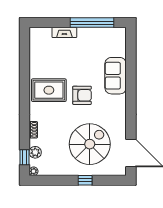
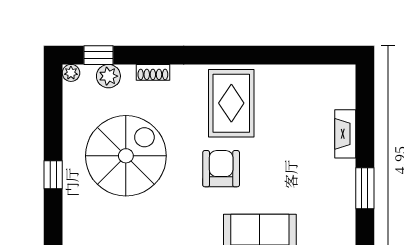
window: (92, 23) -> (365, 188), width x0.47
armchair: (82, 95) -> (221, 169), turned 180
spiral stairs: (90, 144) -> (126, 156), moved, turned -90

